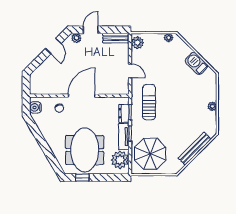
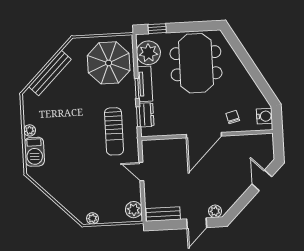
door: (53, 46) -> (262, 180), moved
barbecue: (196, 63) -> (34, 152), moved, turned 45
window: (82, 178) -> (157, 29), moved

